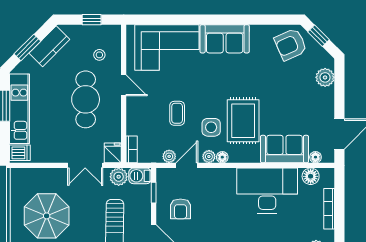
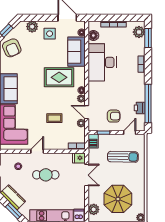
cafe table: (86, 99) -> (46, 175), width x0.73, depth x0.74
side table: (211, 127) -> (50, 34), moved
plant: (119, 177) -> (94, 209), moved

